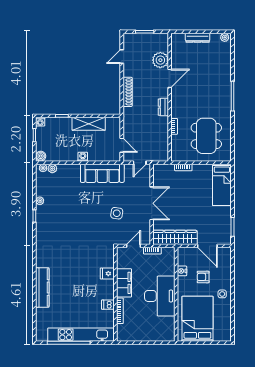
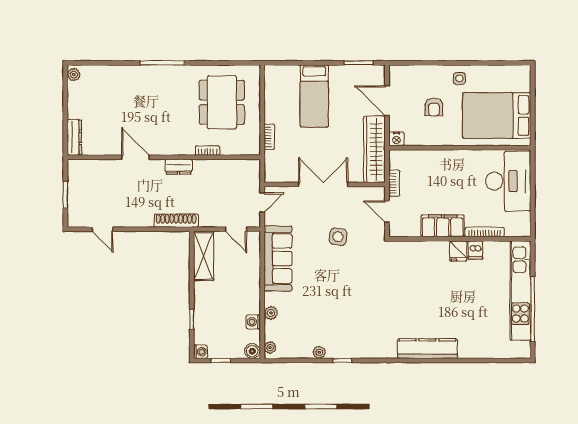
dresser: (198, 38) -> (74, 137), moved
plant: (160, 60) -> (108, 171), removed
shoe rack: (128, 92) -> (176, 221), moved
shelving: (89, 124) -> (204, 256), moved
dining table: (206, 136) -> (222, 102), turned 90
door: (122, 145) -> (236, 229), swing flipped
washing machine: (83, 157) -> (253, 322), moved
door: (140, 163) -> (262, 202), hinge flipped
plant: (52, 169) -> (271, 313), moved
bed: (222, 185) -> (314, 96), moved, turned 90
door: (207, 246) -> (387, 101), swing flipped
nightstand: (182, 271) -> (396, 139), moved
fridge: (107, 274) -> (458, 251), moved
kitchen counter: (42, 287) -> (427, 349), moved
desk: (160, 296) -> (508, 181), moved, turned 90

